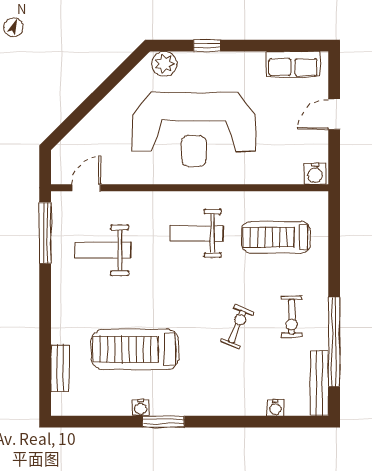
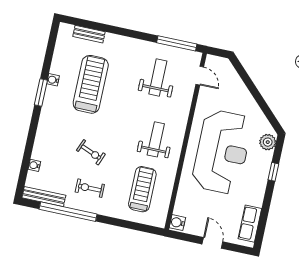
reception desk: (194, 130) -> (222, 152), turned 180

